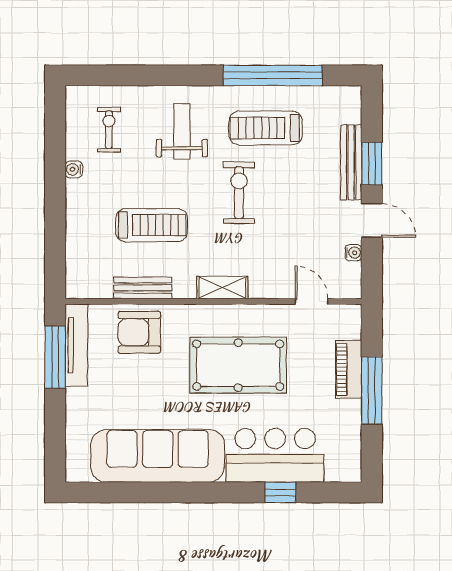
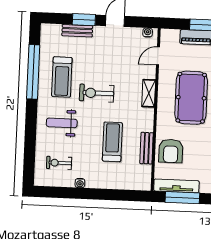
bench: (351, 162) -> (77, 31), width x0.73
water cooler: (353, 253) -> (148, 33), moved
shelving: (222, 288) -> (149, 93), moved

